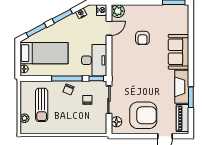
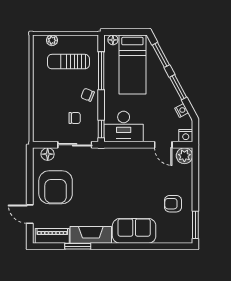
armchair: (142, 38) -> (173, 204), moved
window: (67, 78) -> (101, 71), moved

